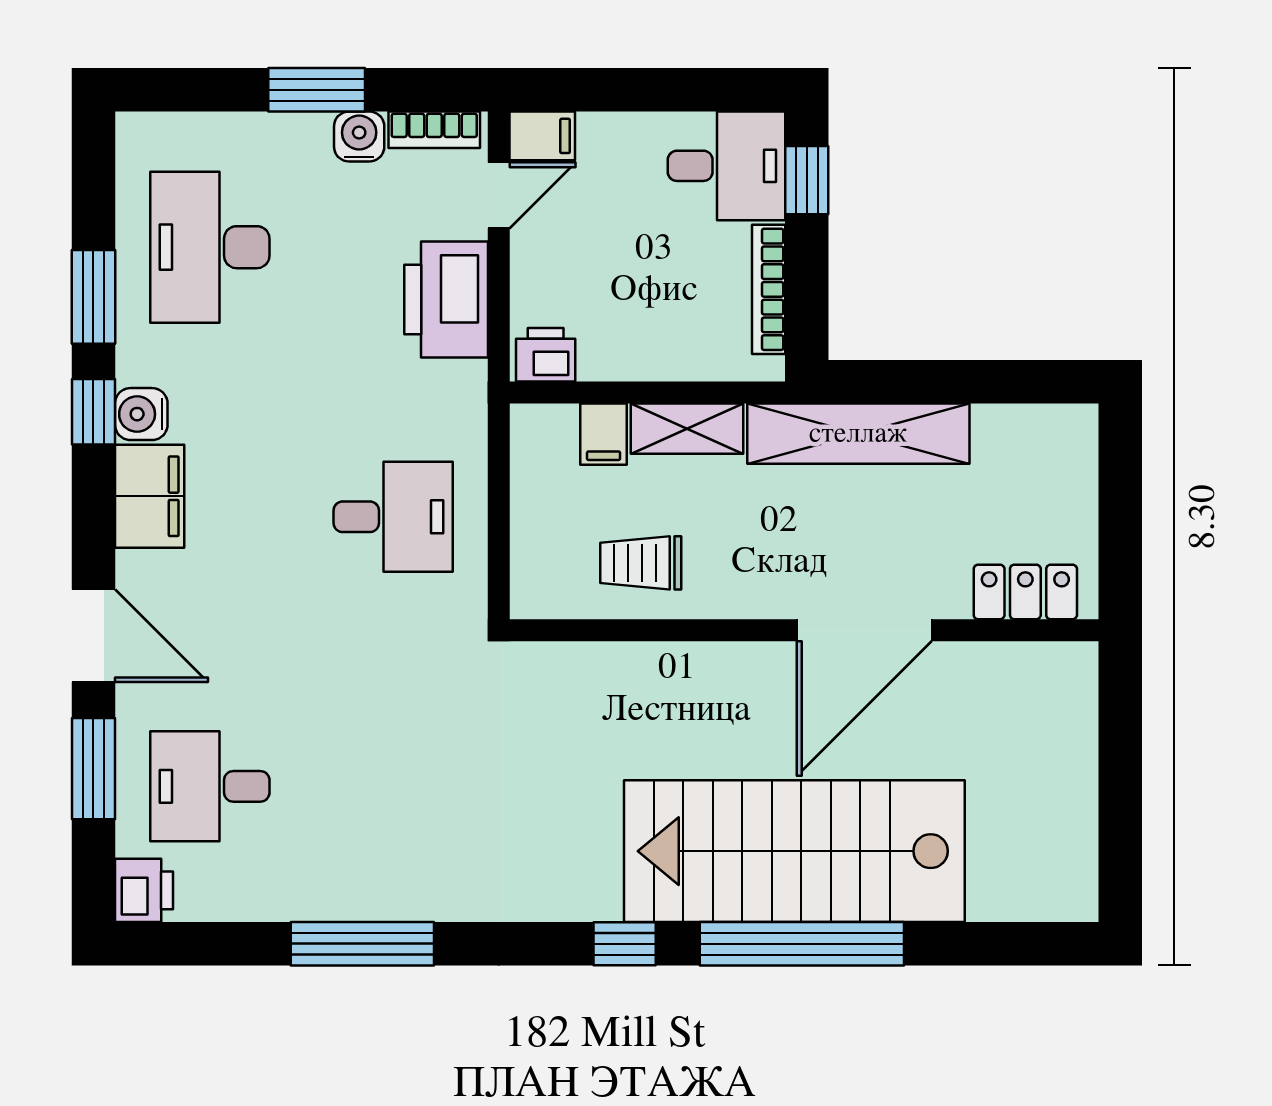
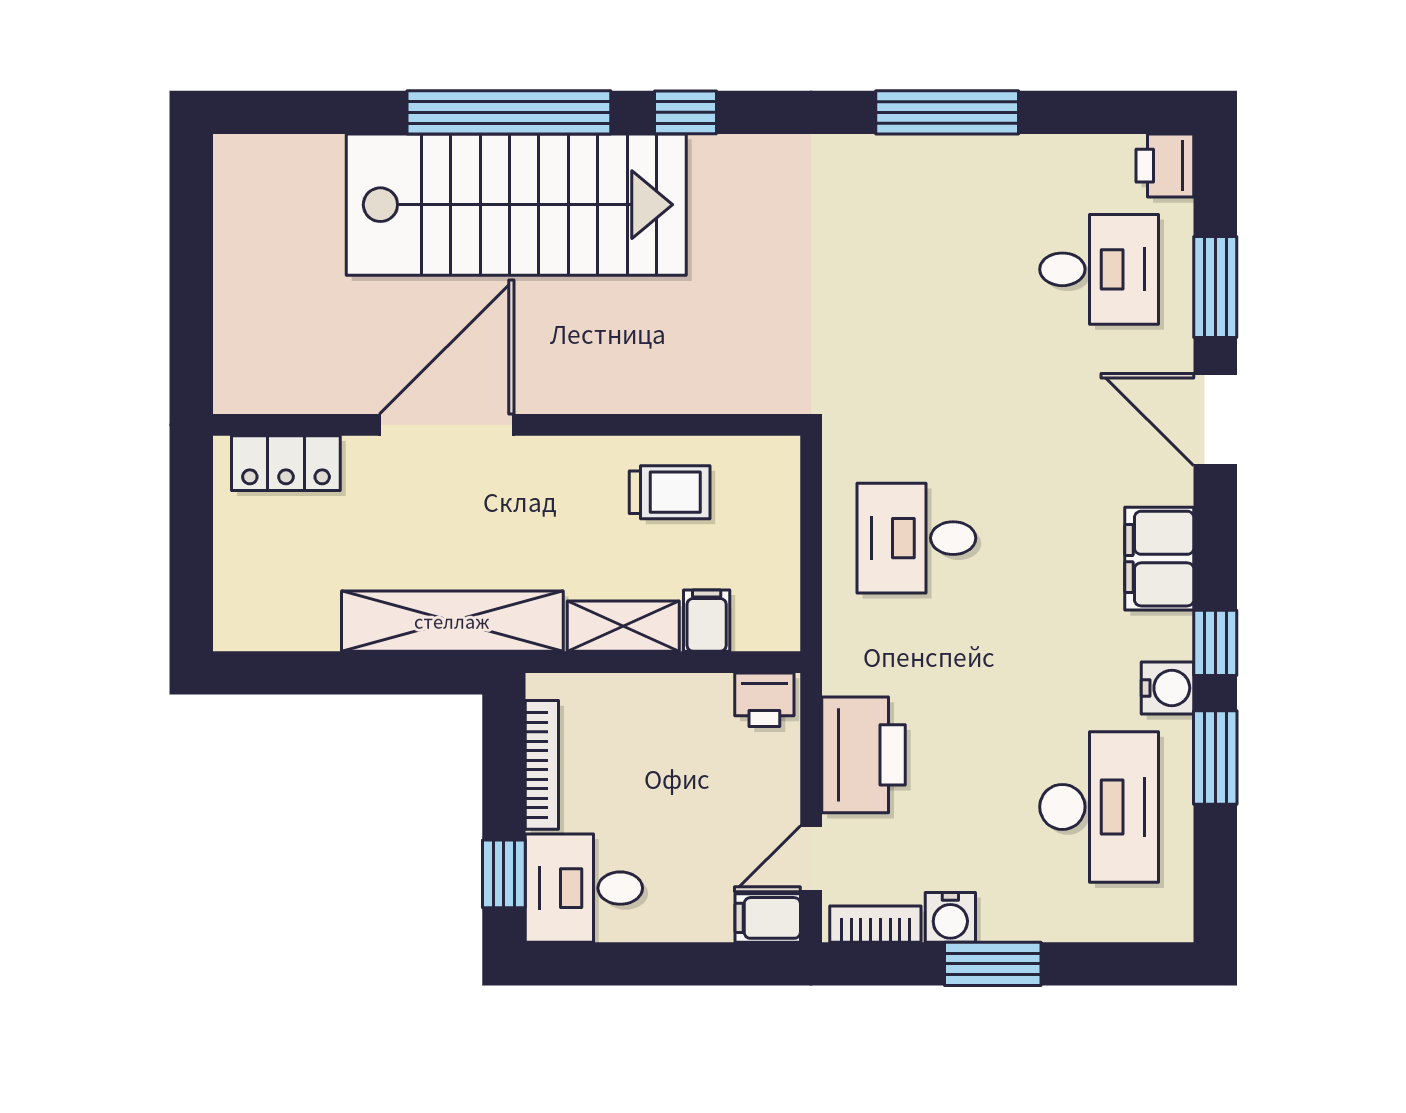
water cooler: (141, 414) -> (1168, 688), moved

